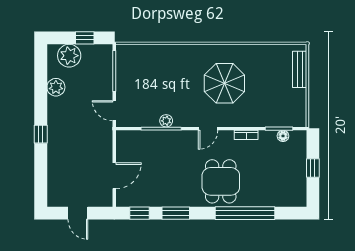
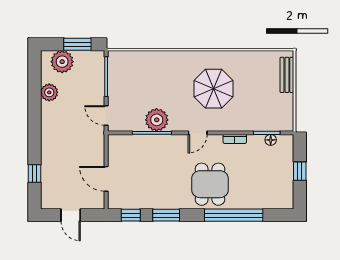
window: (85, 38) -> (77, 44), width x1.50
plant: (166, 121) -> (157, 120), width x1.88, depth x1.88
window: (41, 134) -> (34, 174), moved
door: (114, 176) -> (106, 179), swing flipped

